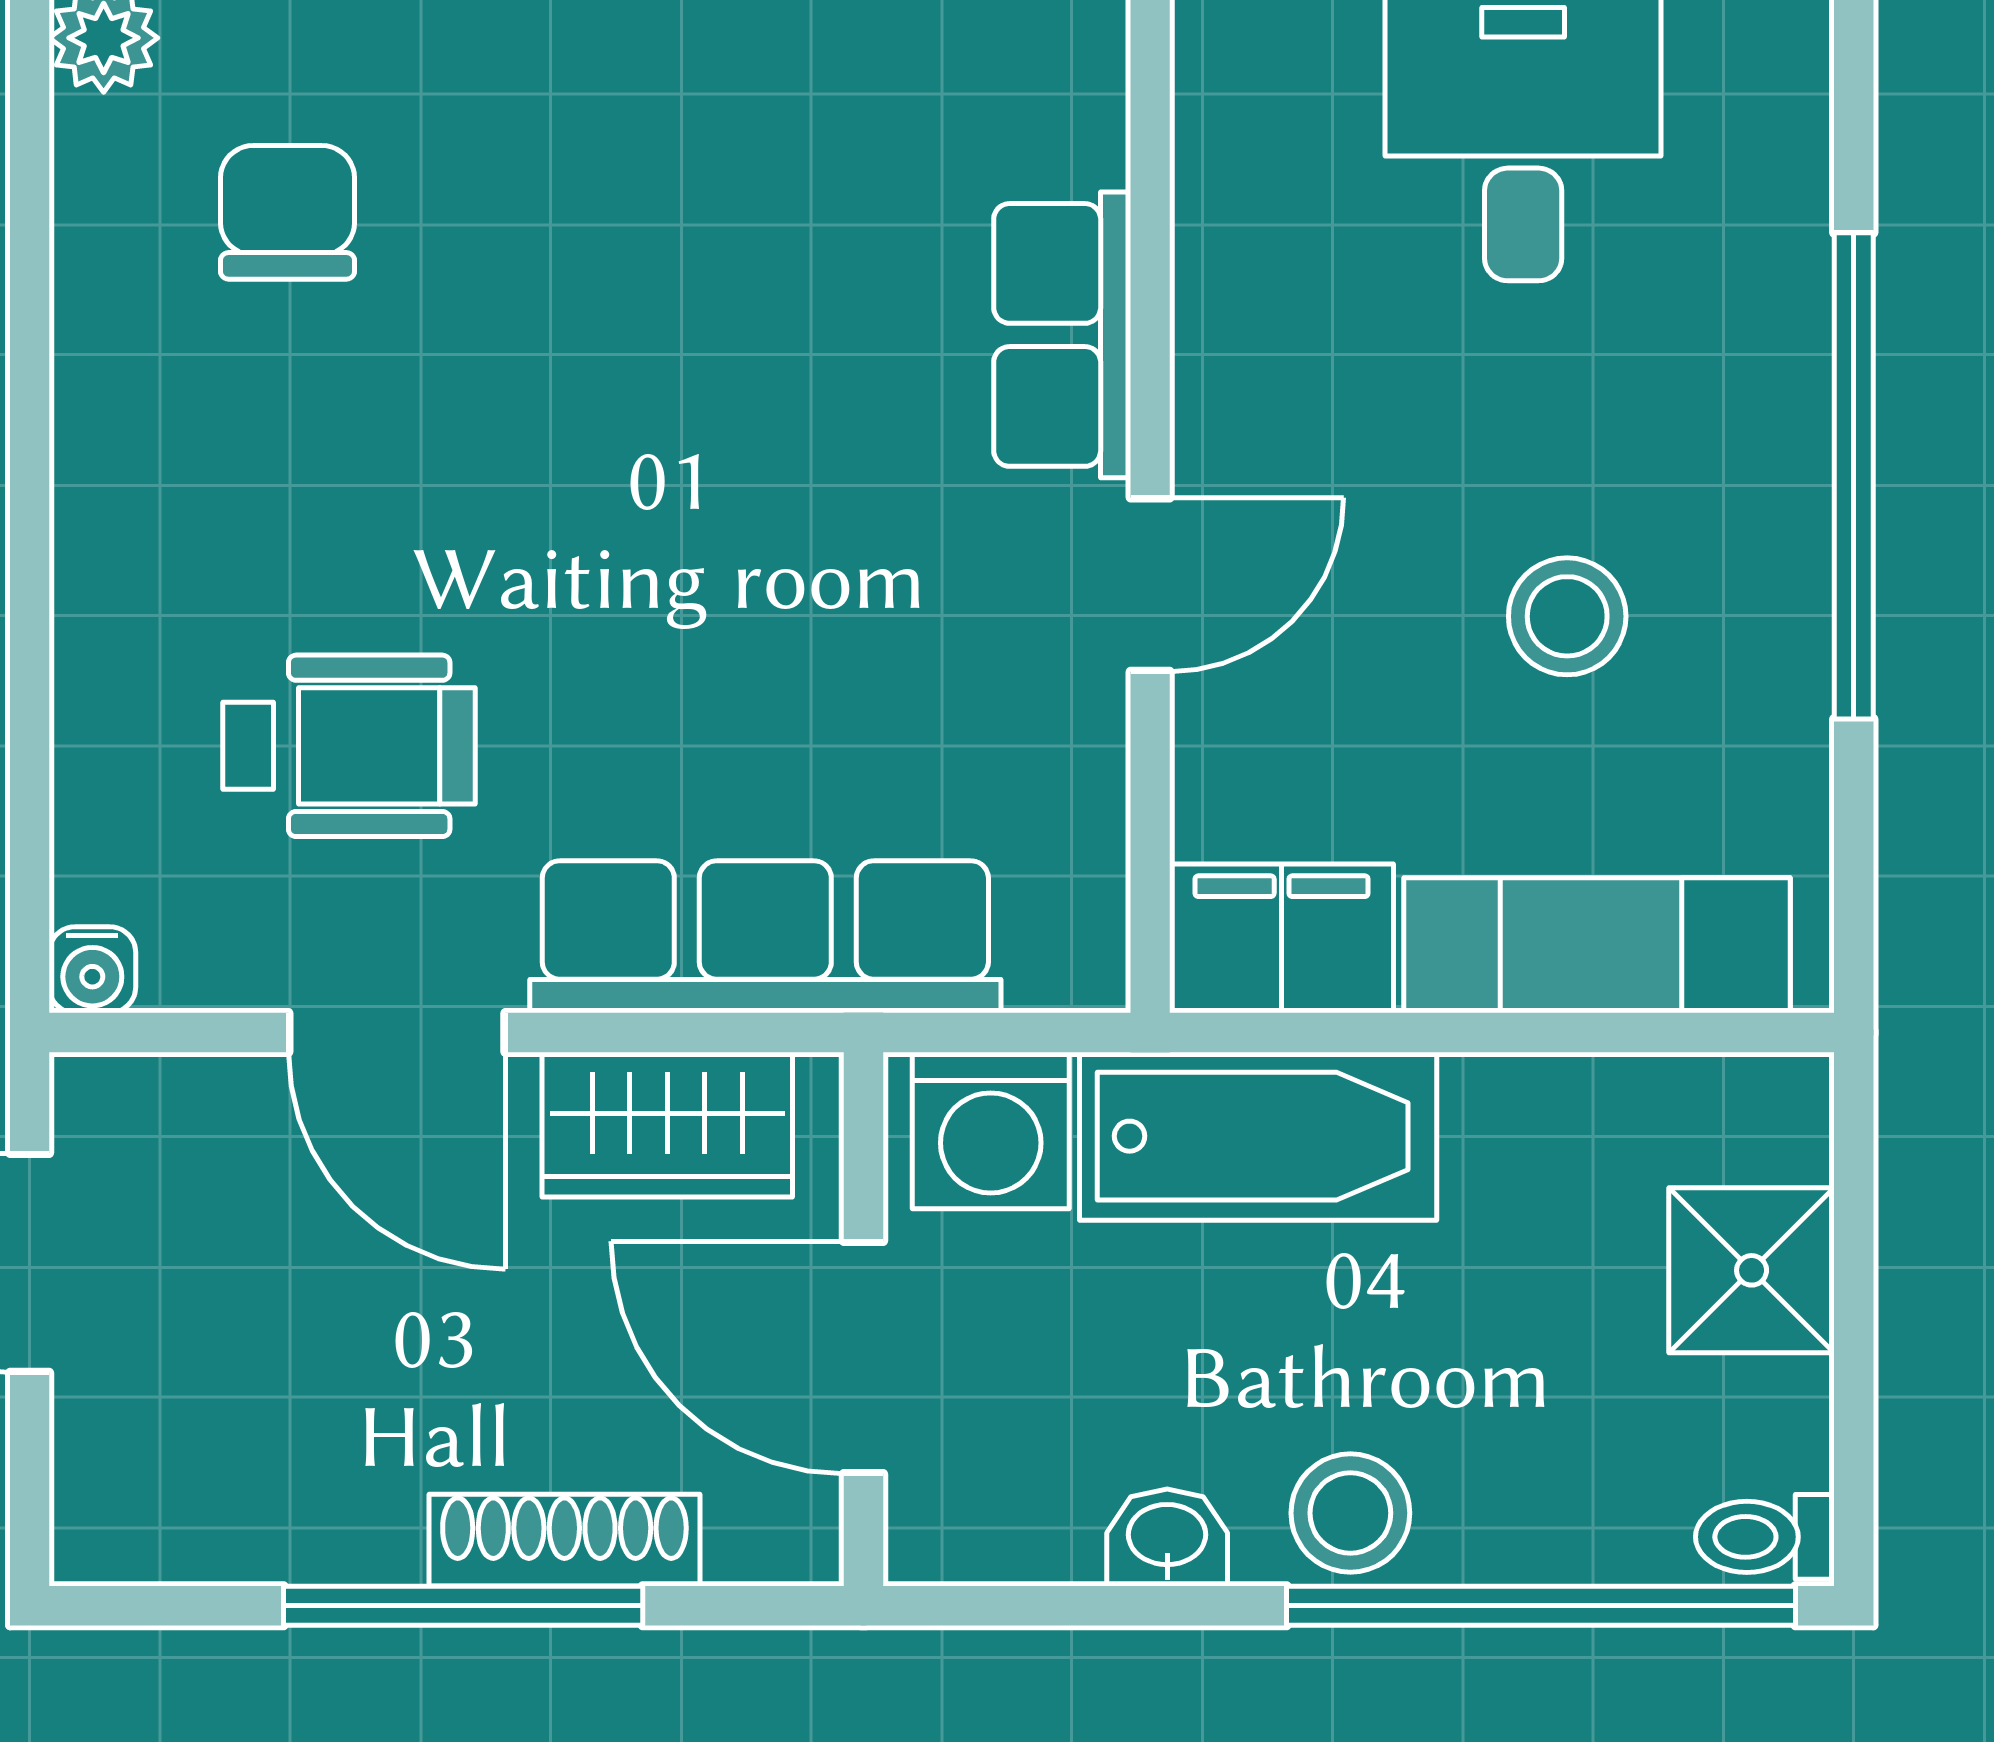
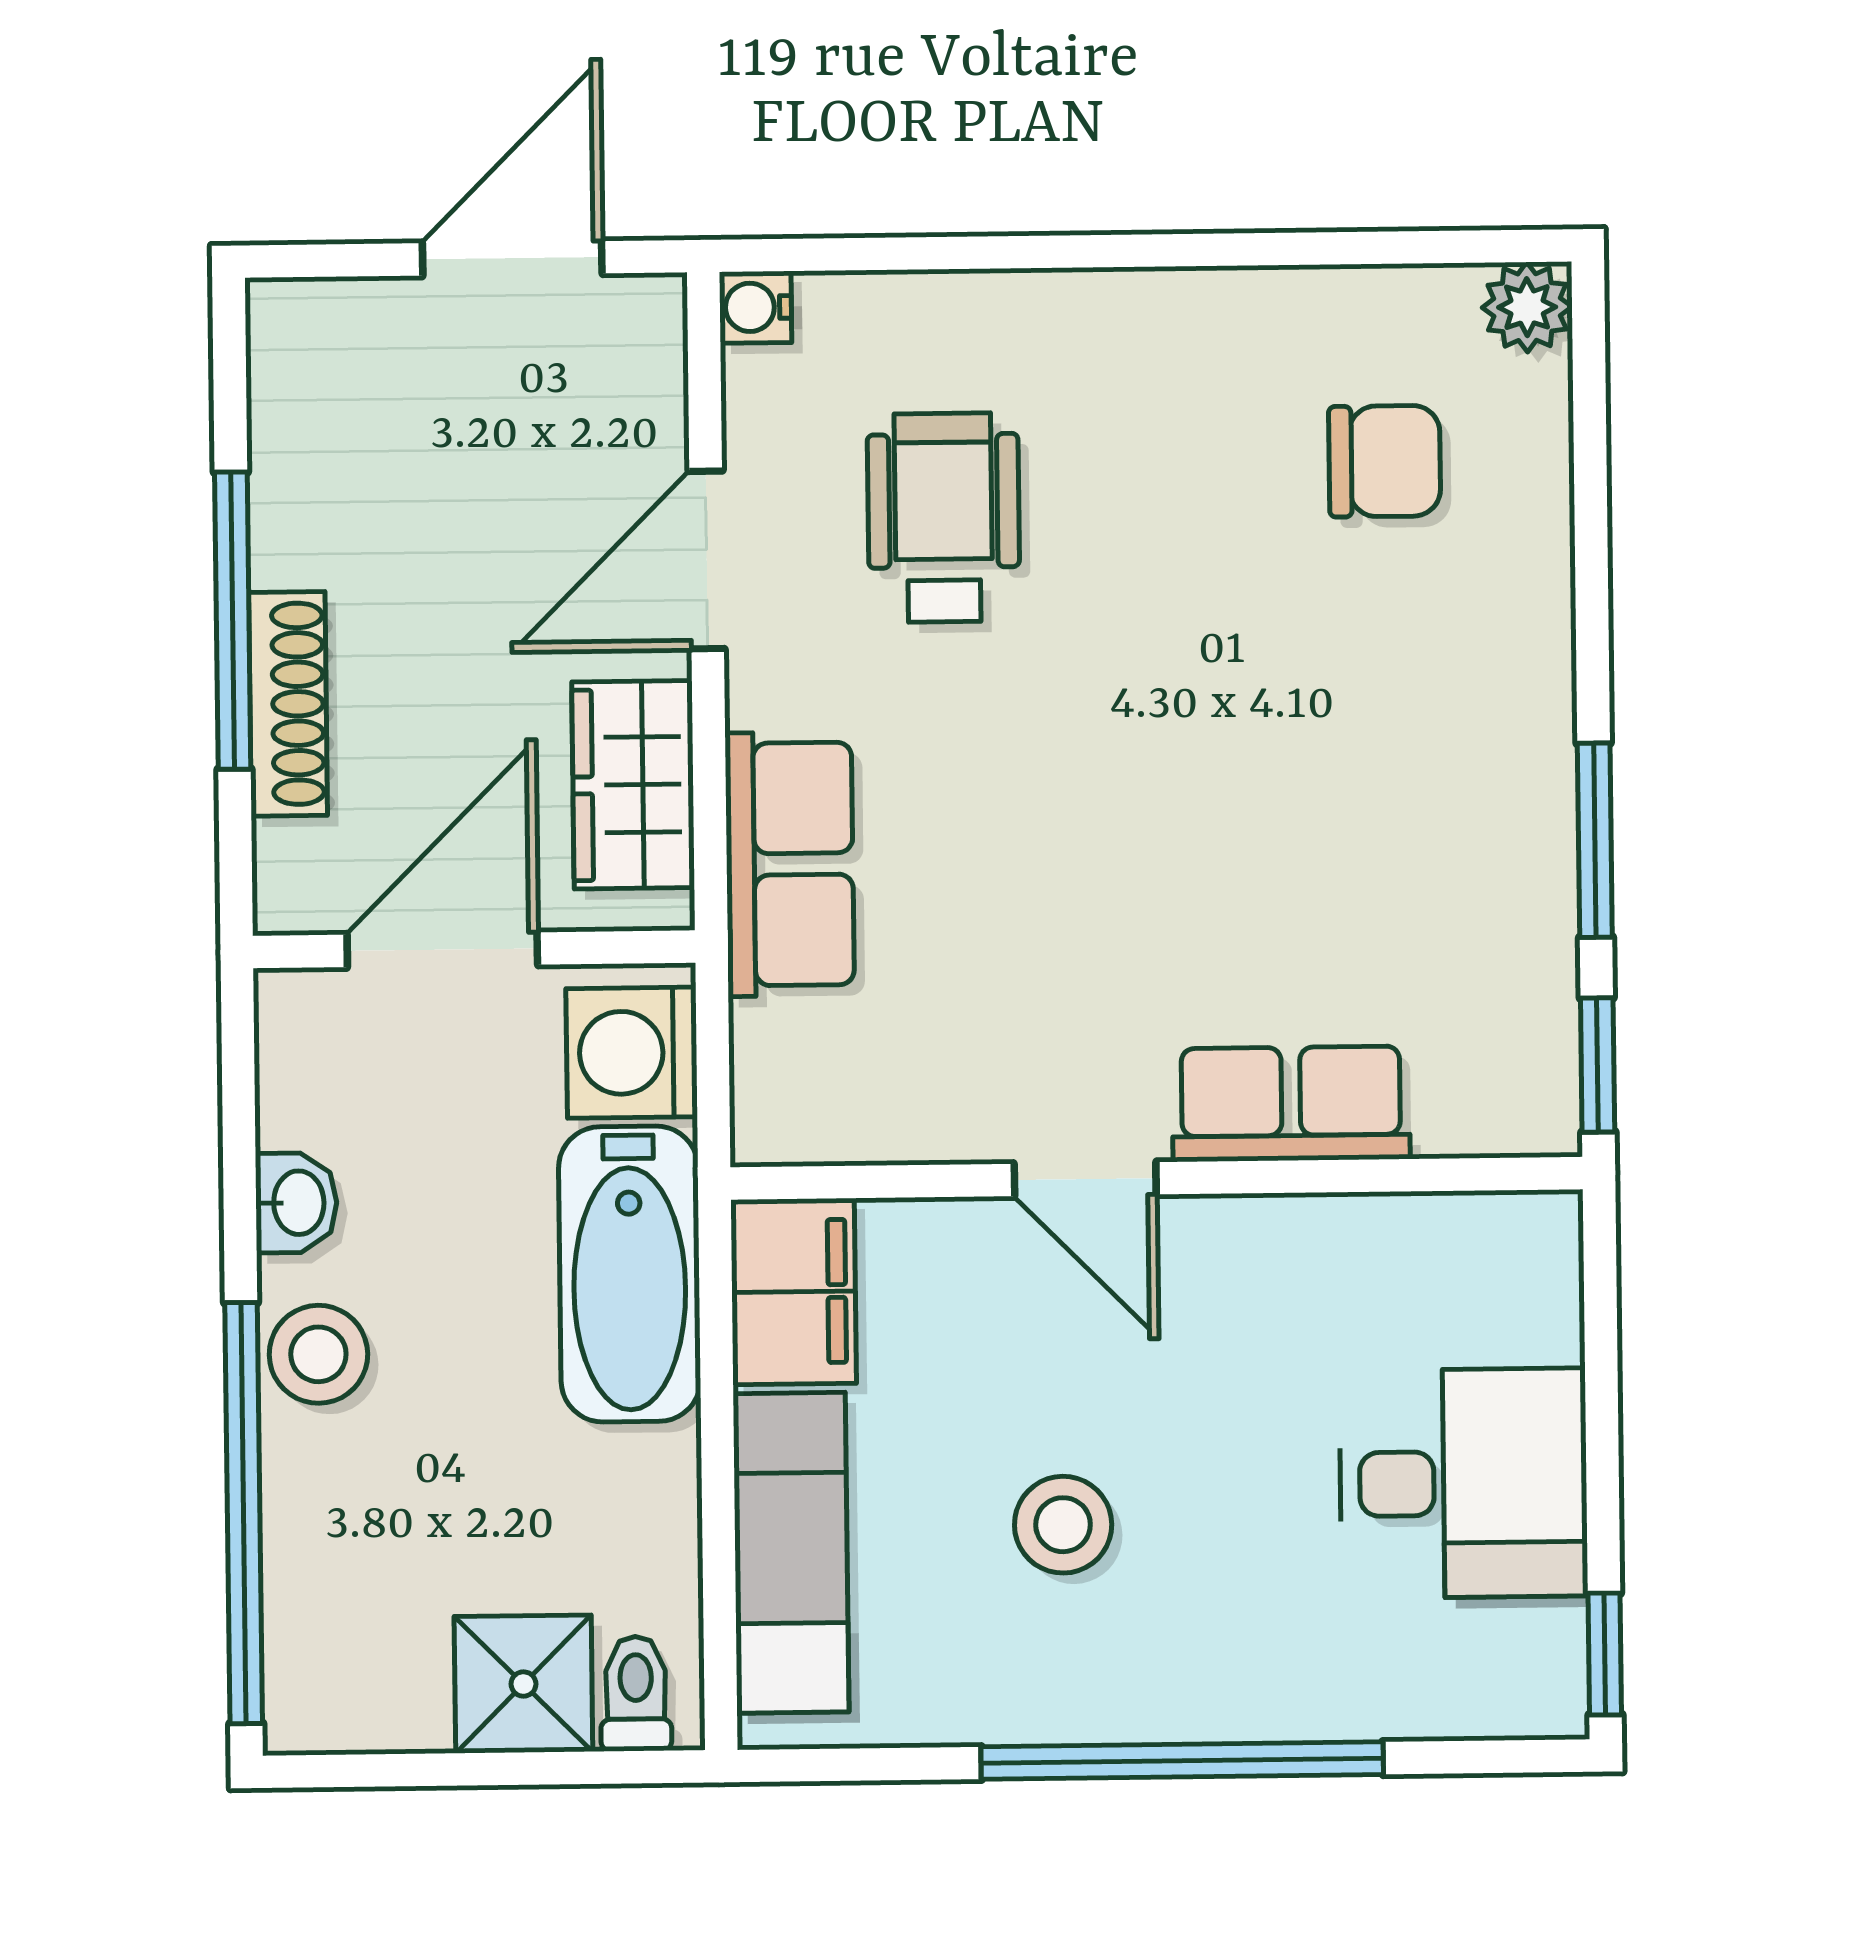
wheelchair: (349, 746) -> (944, 518), turned 180
row of seats: (765, 937) -> (790, 864), width x0.68
toilet: (1765, 1537) -> (636, 1694), moved

